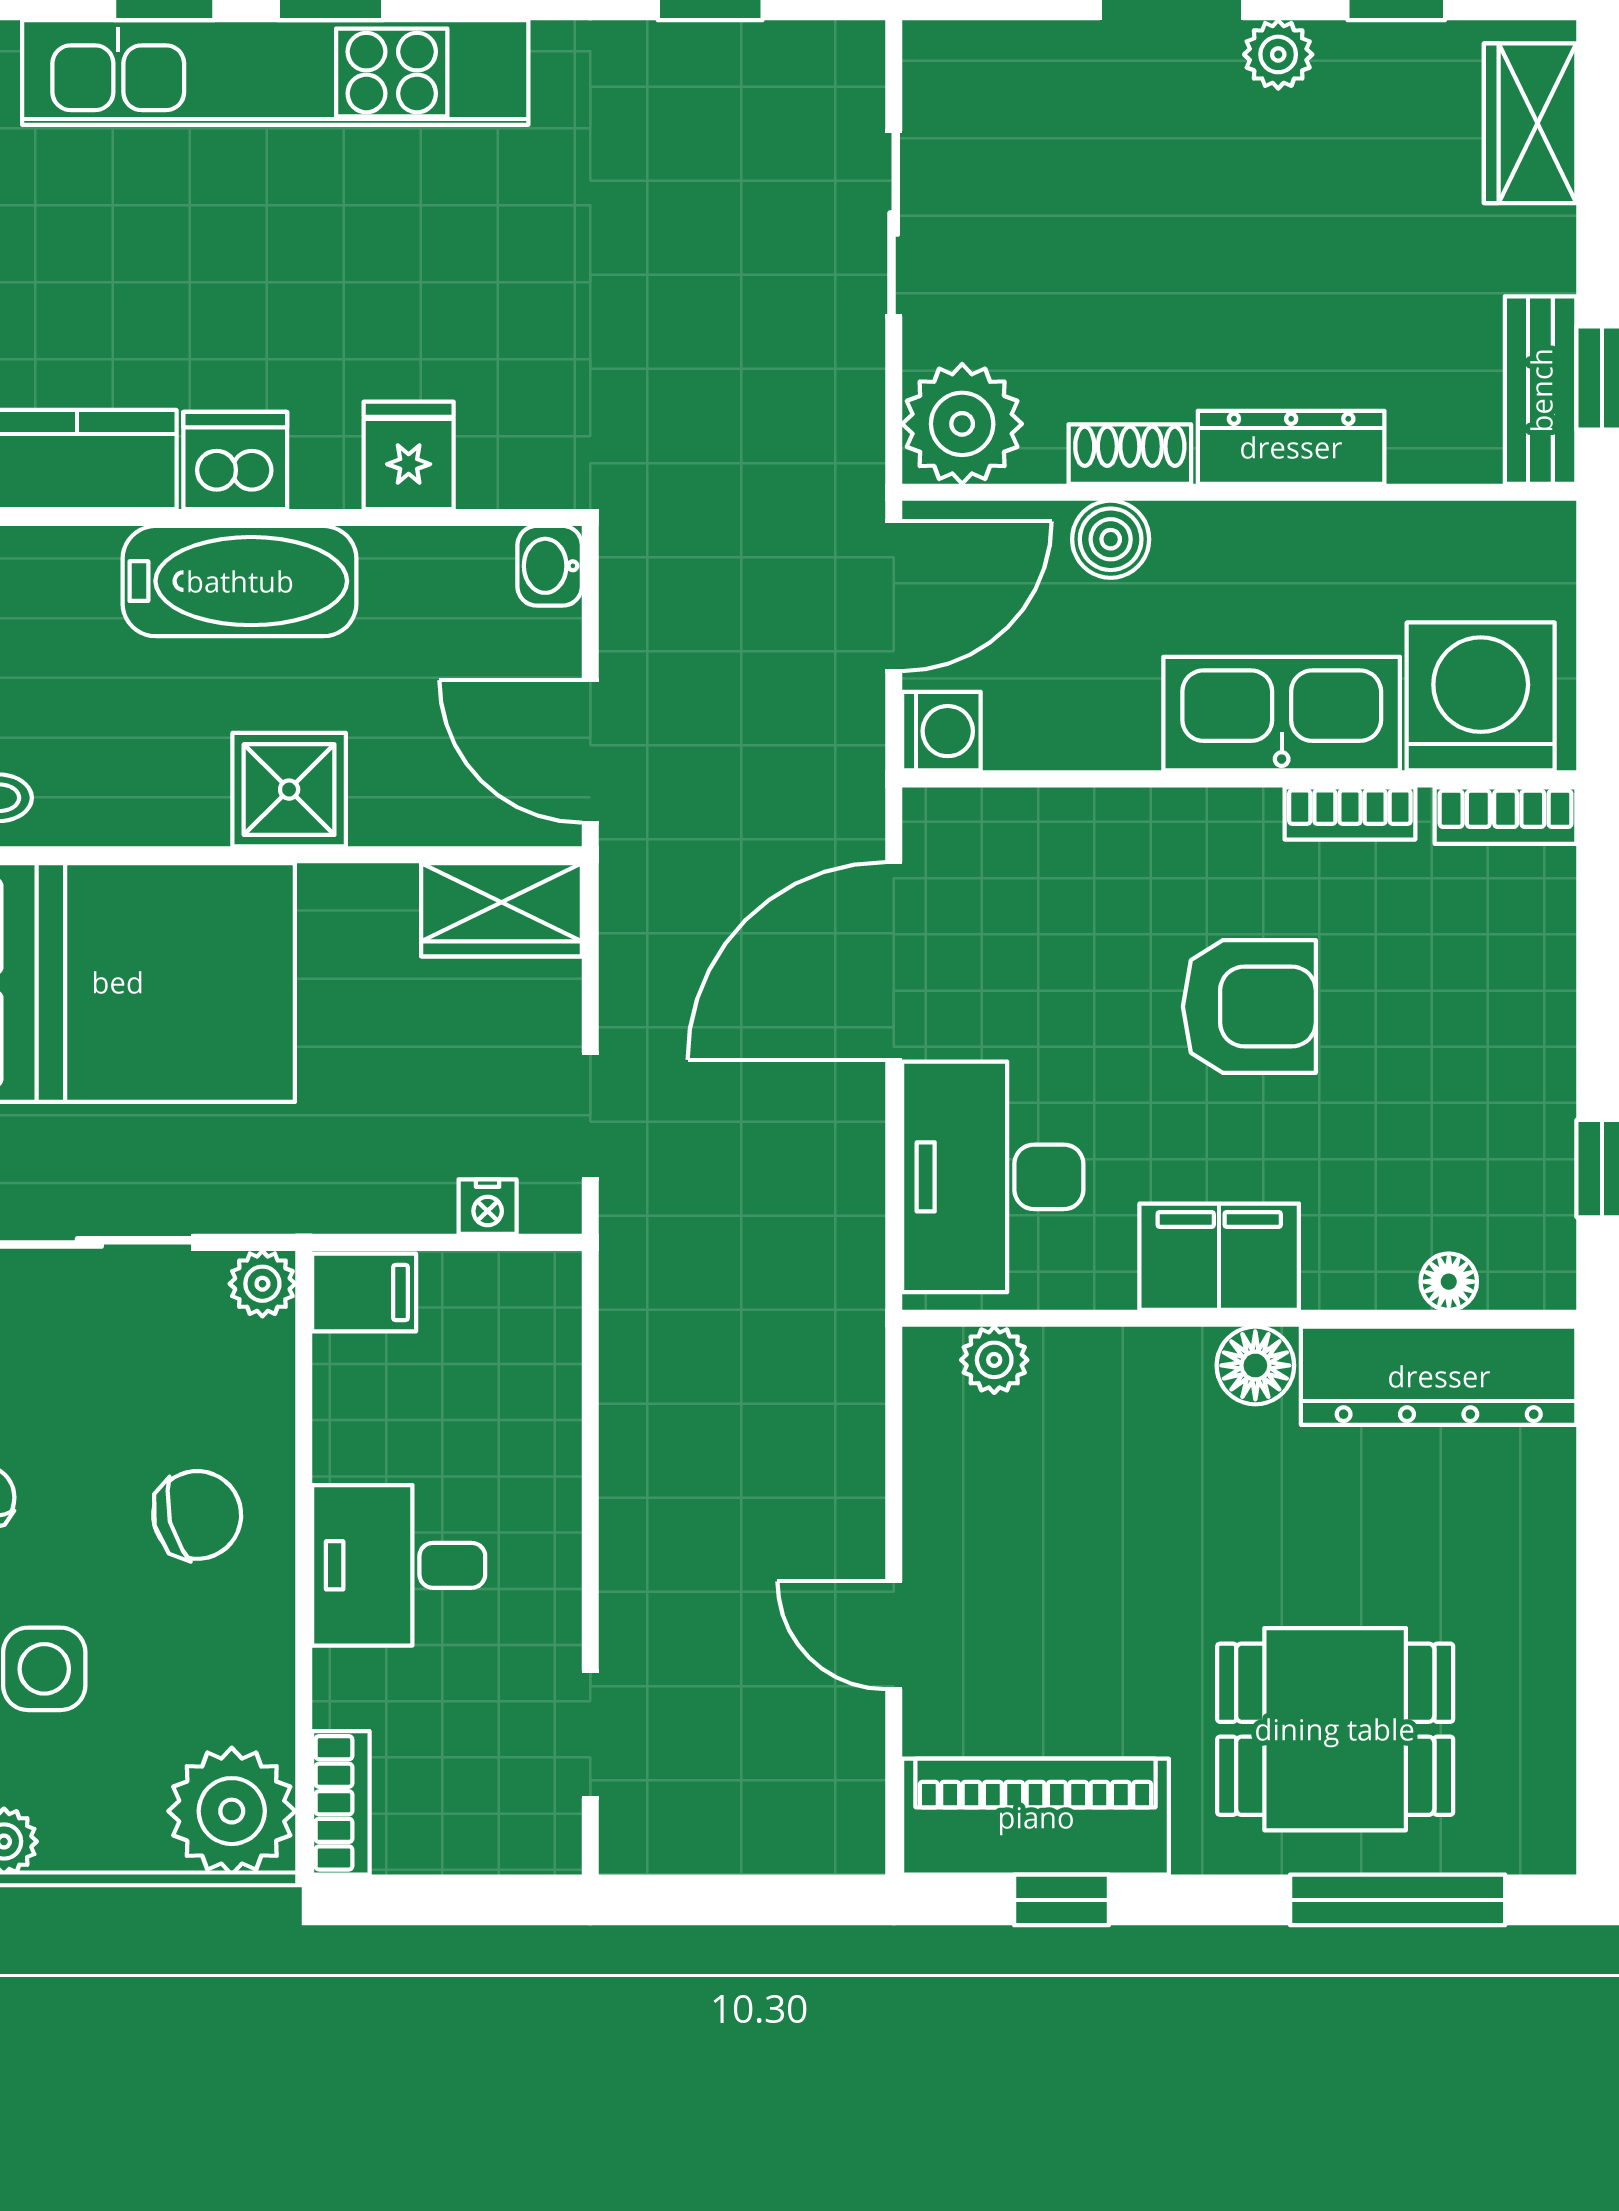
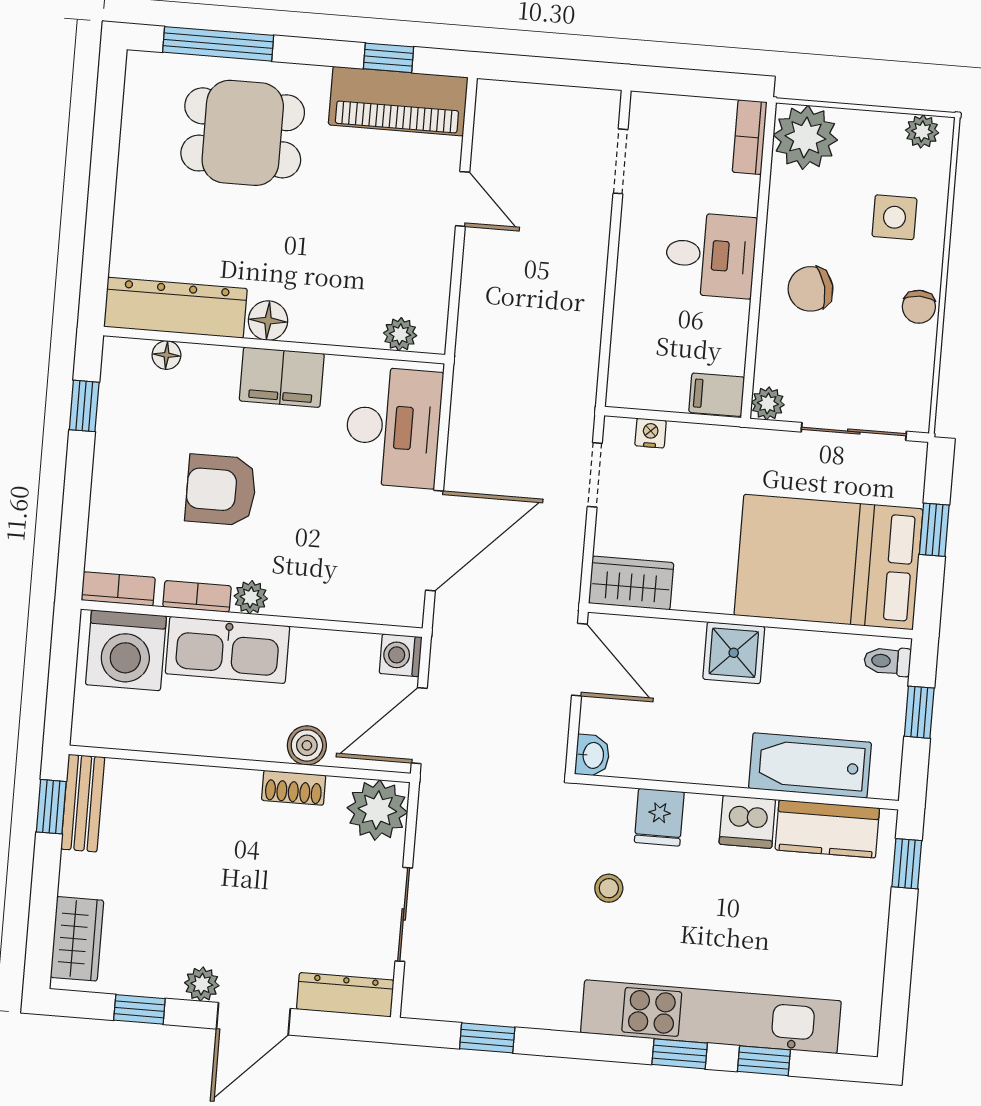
stool: (496, 308) -> (609, 888), added
dresser: (1291, 447) -> (345, 995), moved, turned 180
bathtub: (240, 581) -> (810, 765), moved
plant: (1245, 820) -> (251, 597), added
armchair: (1249, 1007) -> (221, 490), moved

